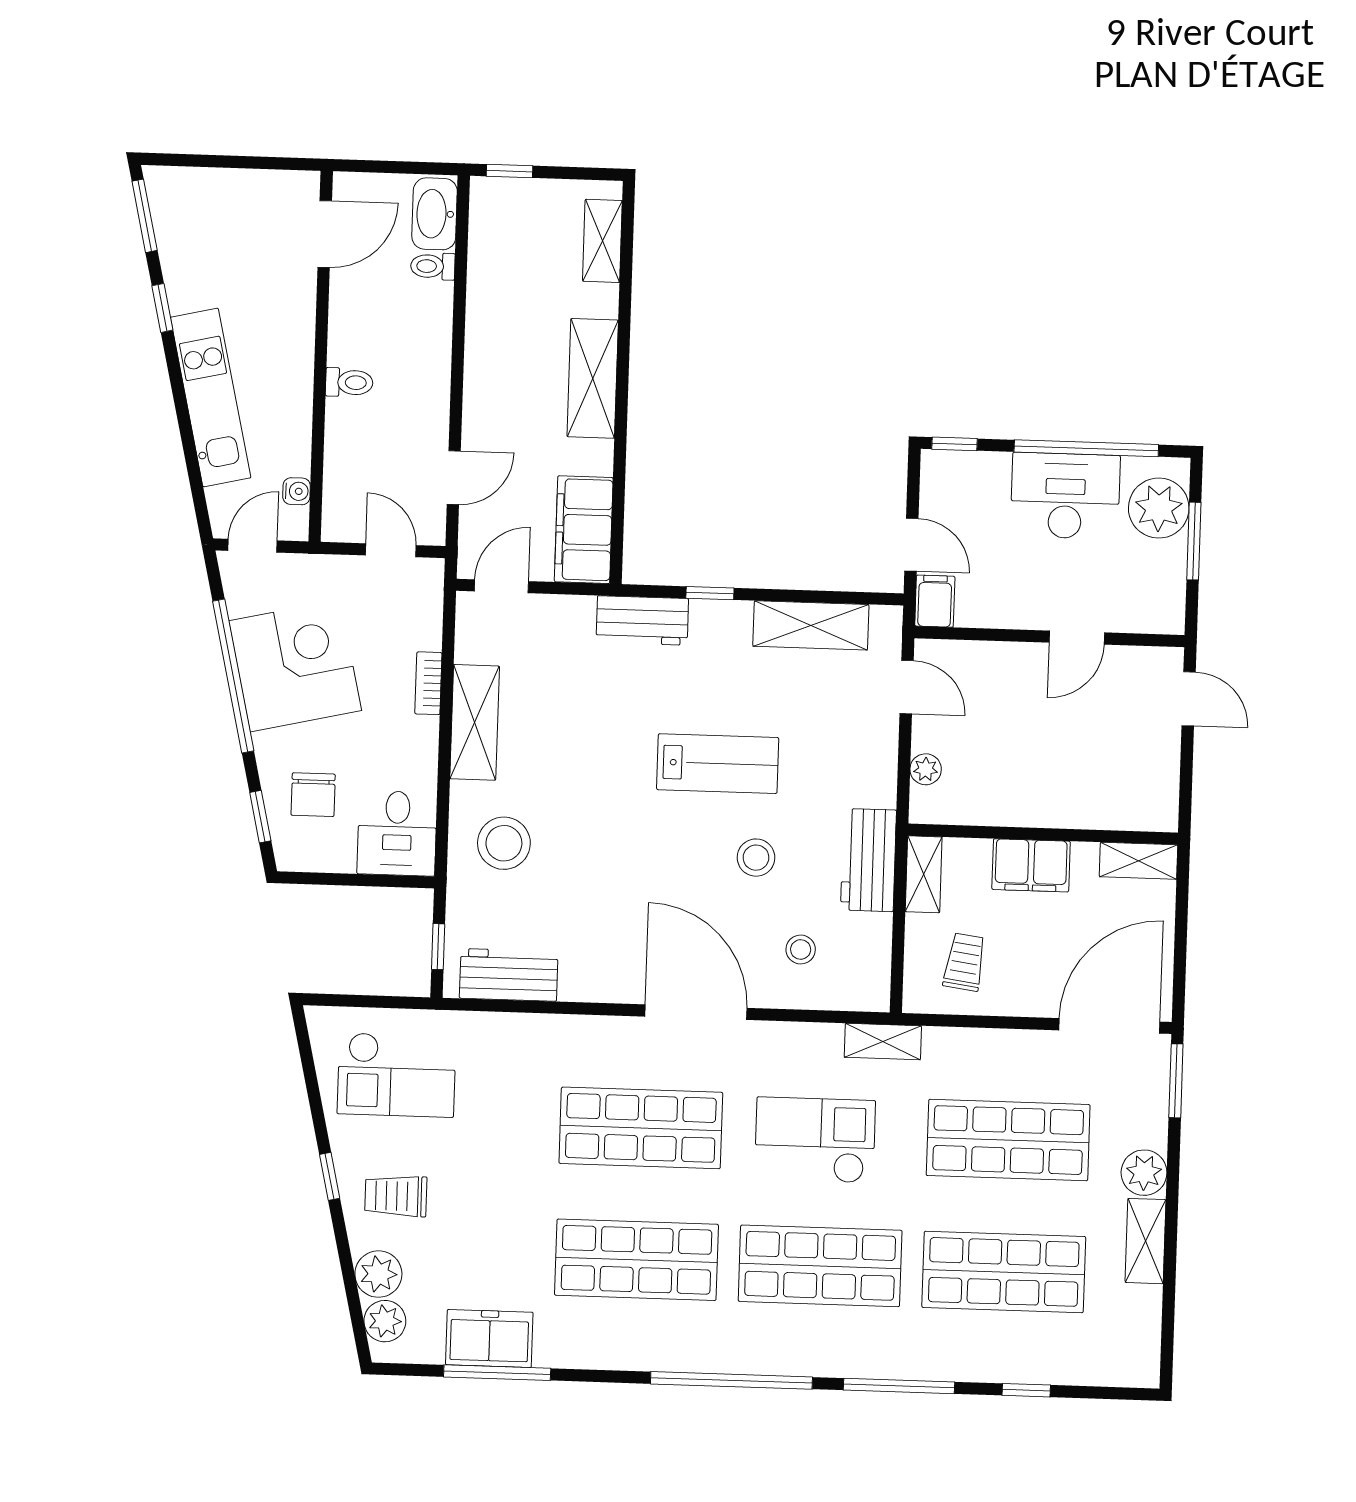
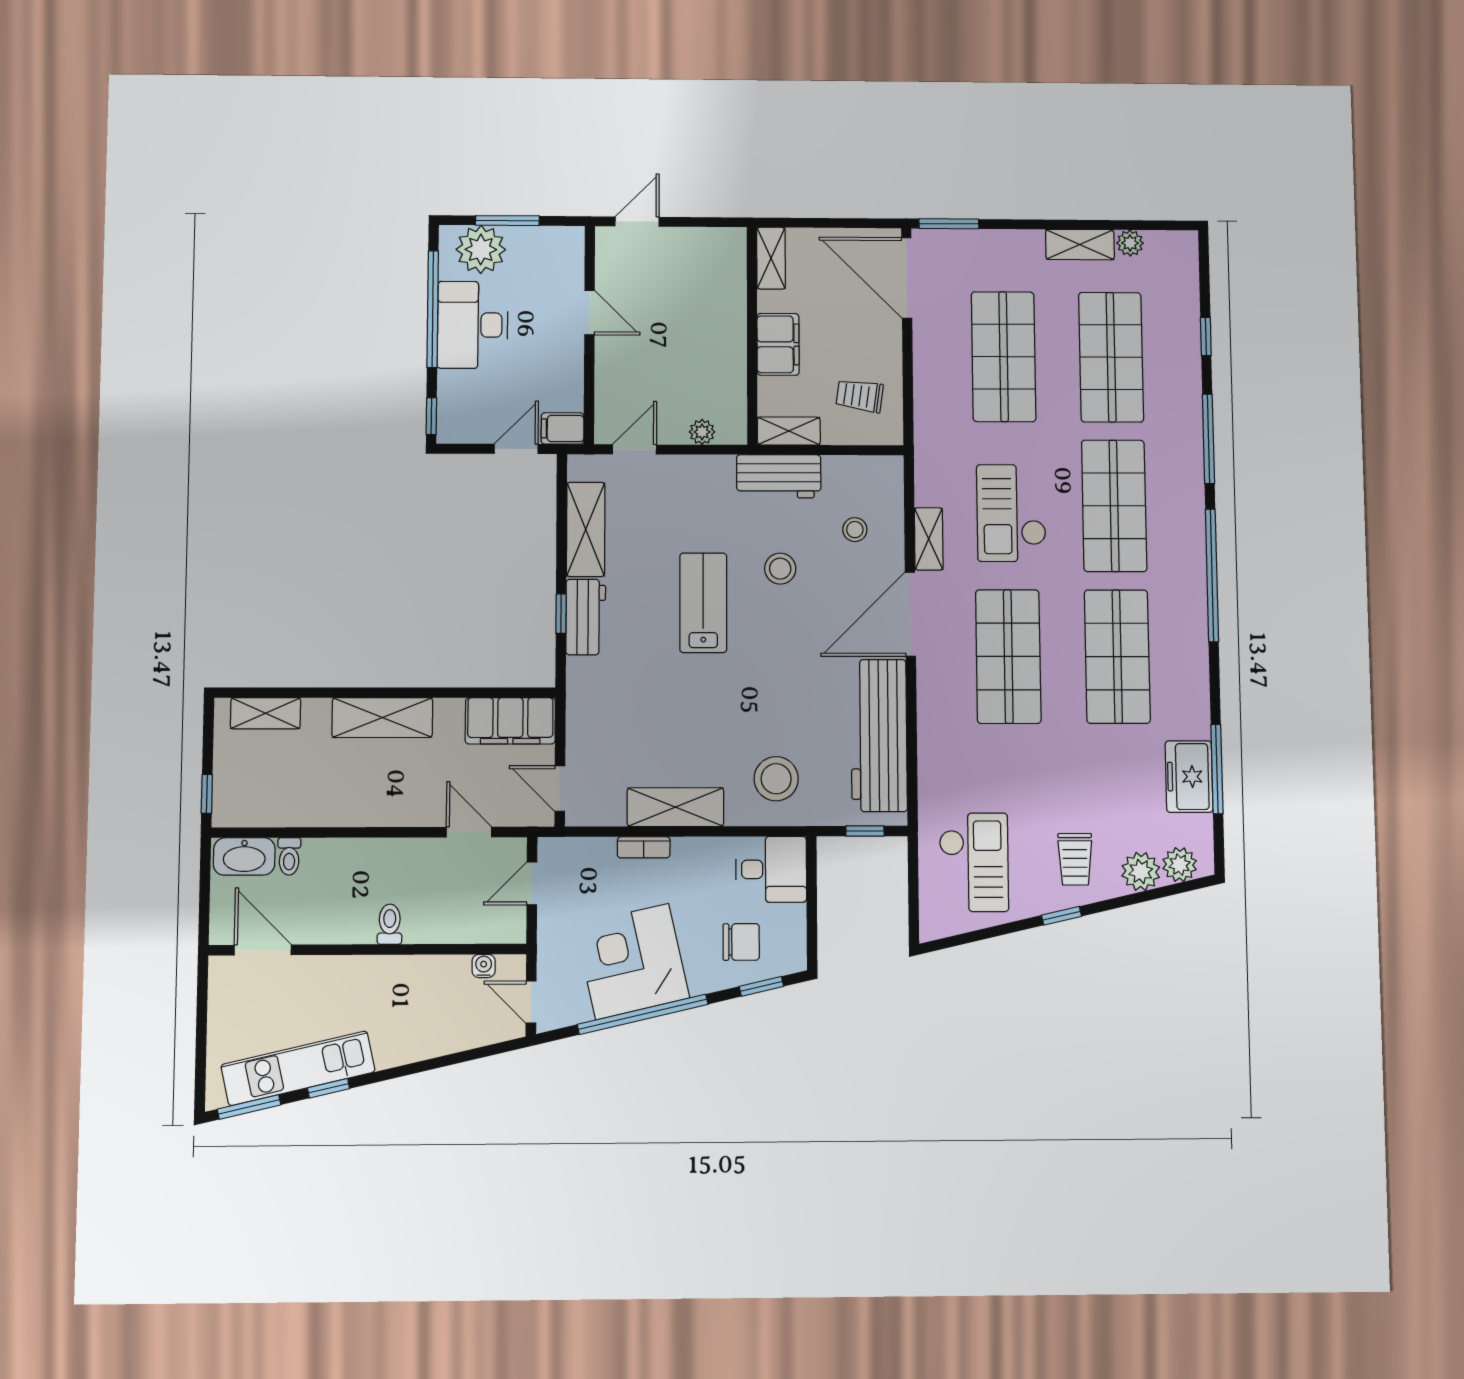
kitchen unit: (211, 398) -> (298, 1068), moved
workbench: (642, 620) -> (586, 617), moved
workbench: (509, 975) -> (879, 735), width x1.88, depth x1.32
shelving: (883, 1042) -> (929, 539), moved
plant: (1144, 1173) -> (1130, 243), moved, width x0.73, depth x0.73

